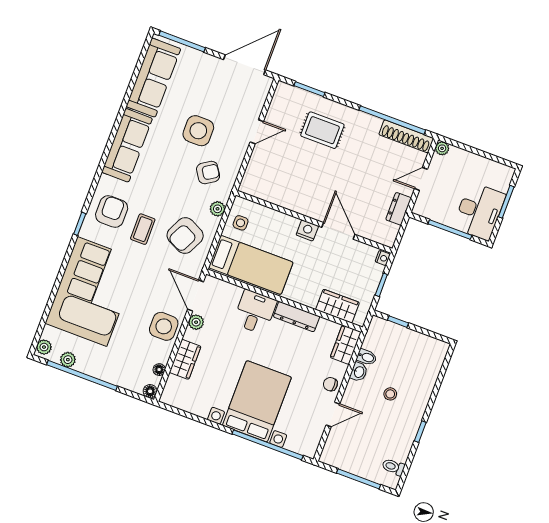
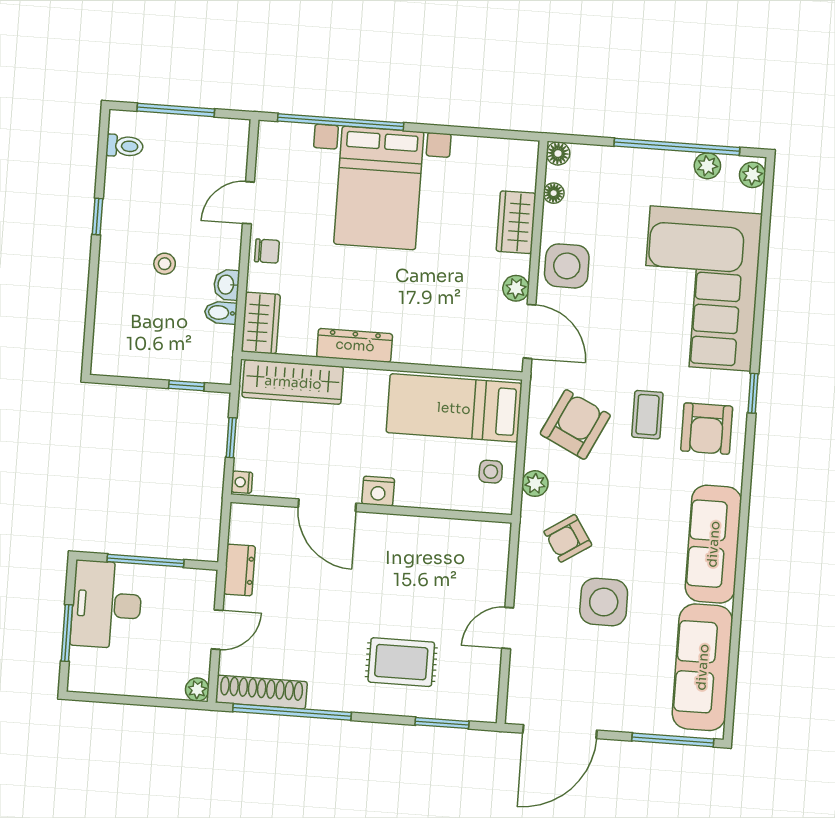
wardrobe: (337, 306) -> (293, 382), width x1.50
desk: (255, 312) -> (425, 333), removed

